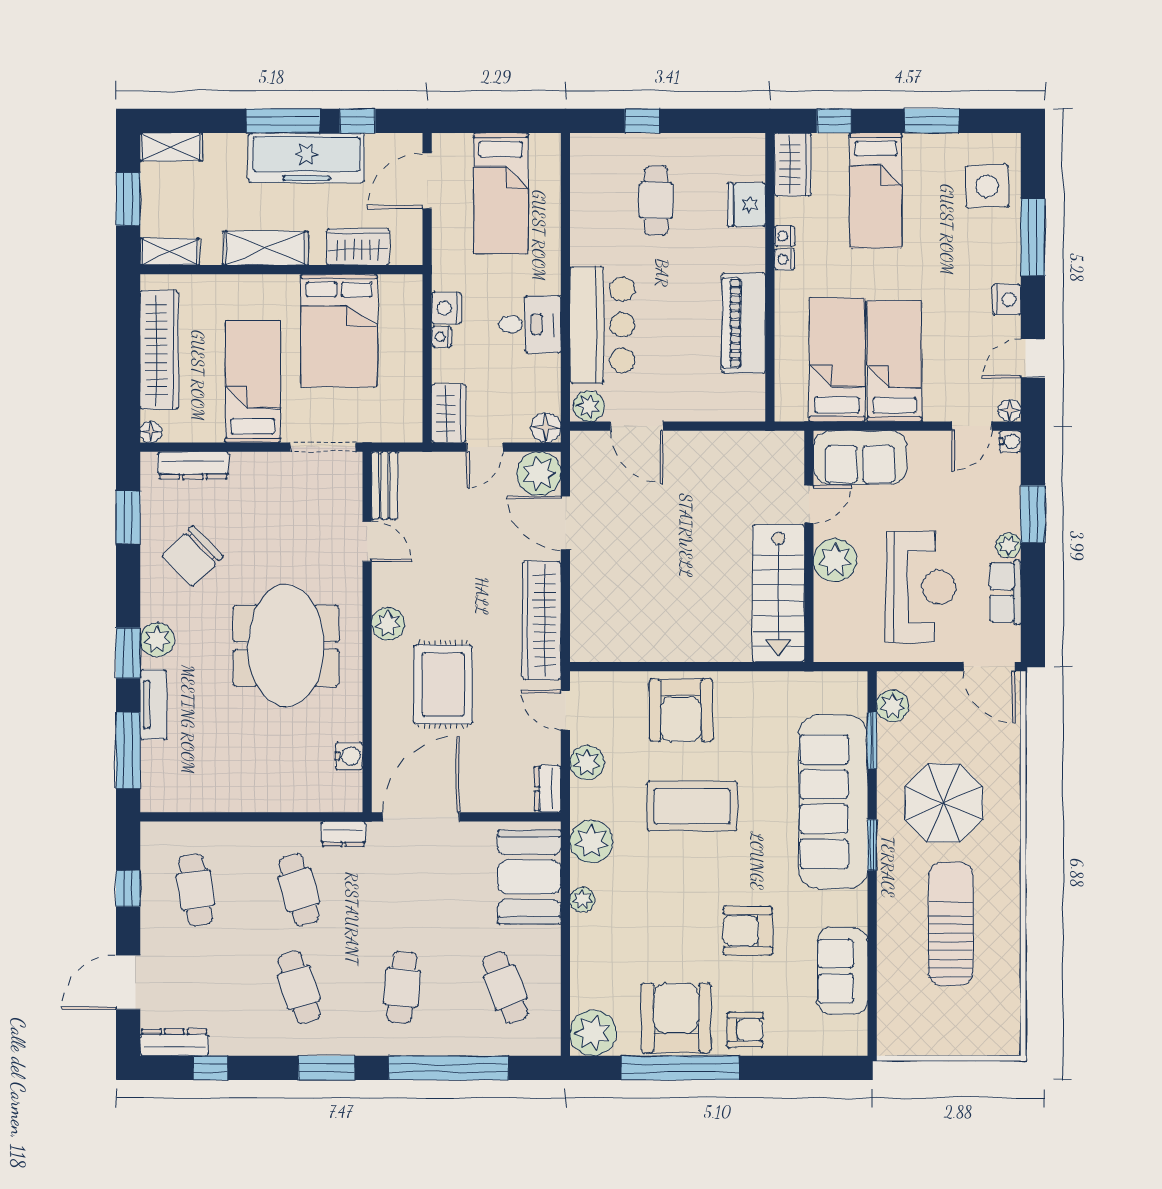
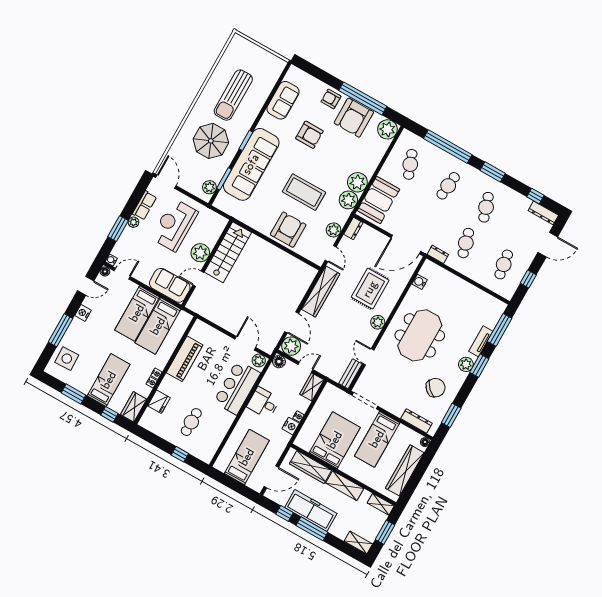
wardrobe: (358, 247) -> (310, 467), width x1.50
plant: (582, 900) -> (357, 182), width x1.88, depth x1.88

